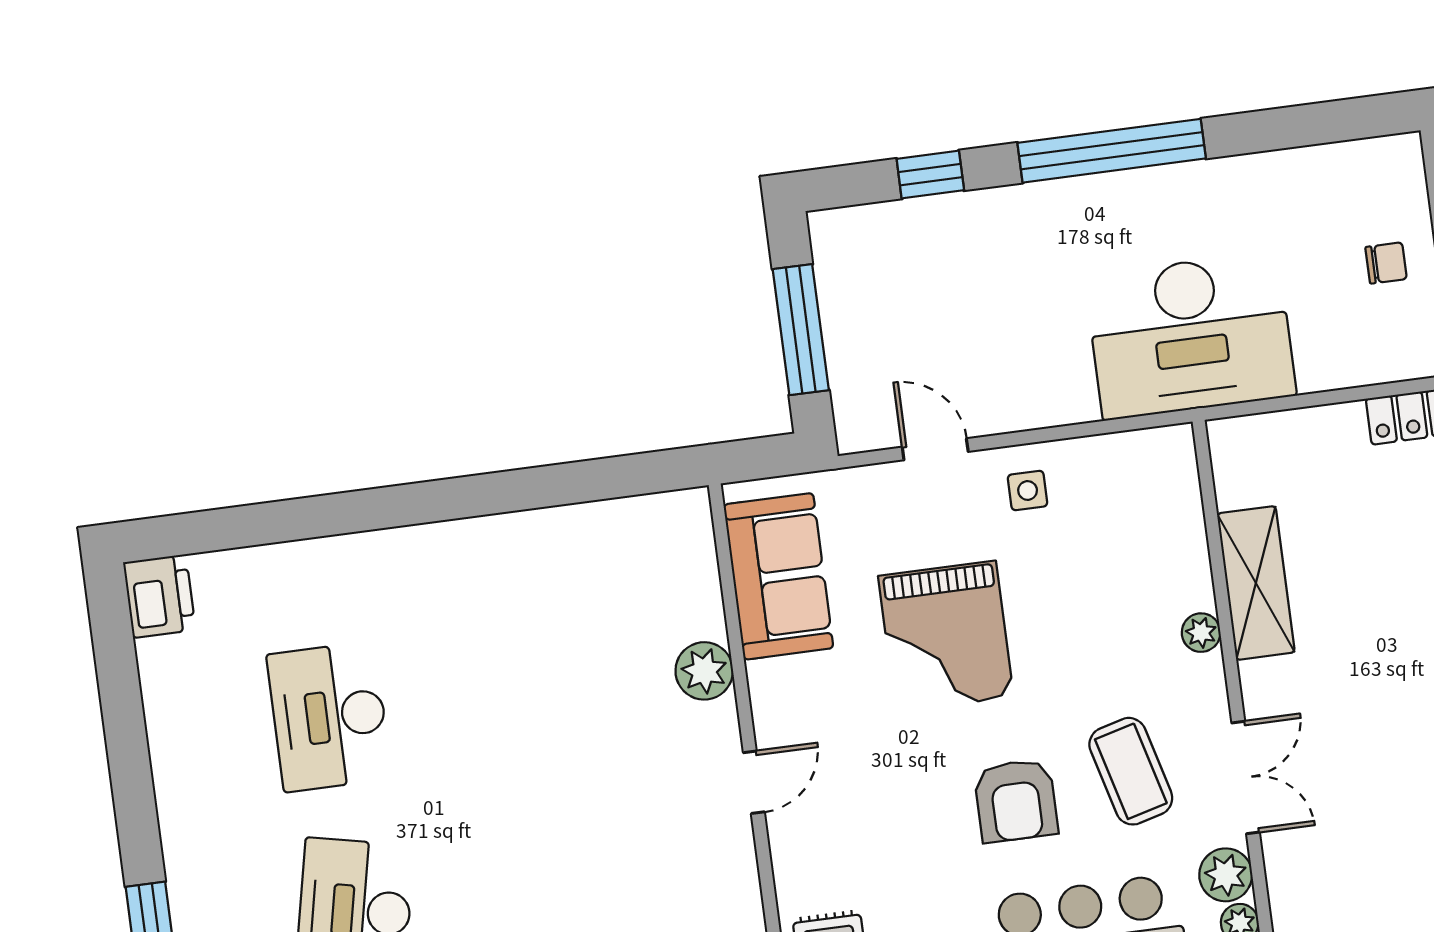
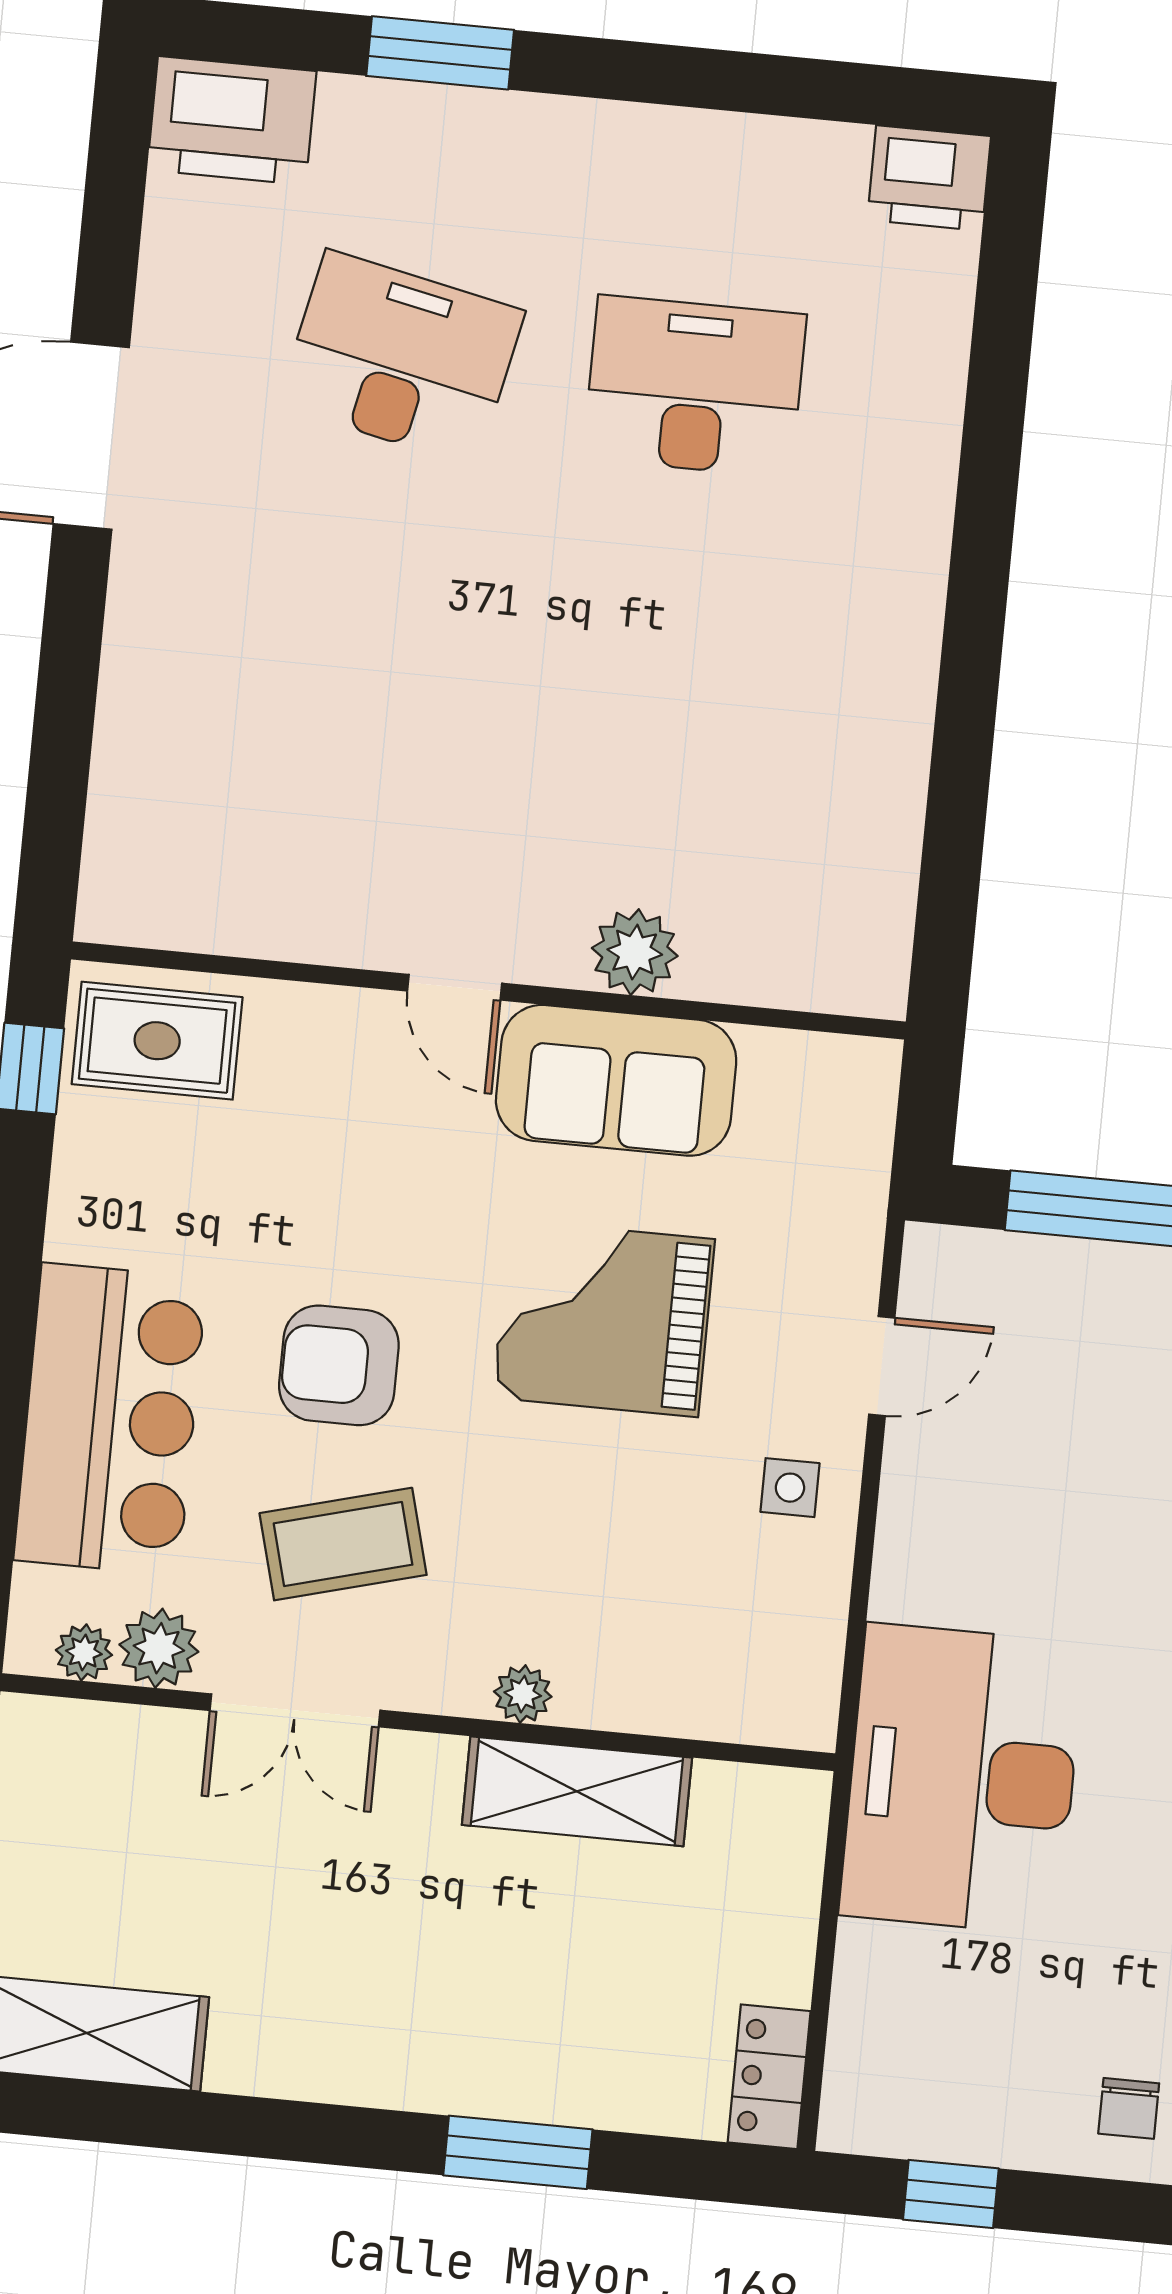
chair: (1386, 263) -> (1129, 2108), moved
sofa: (778, 576) -> (616, 1080), moved

